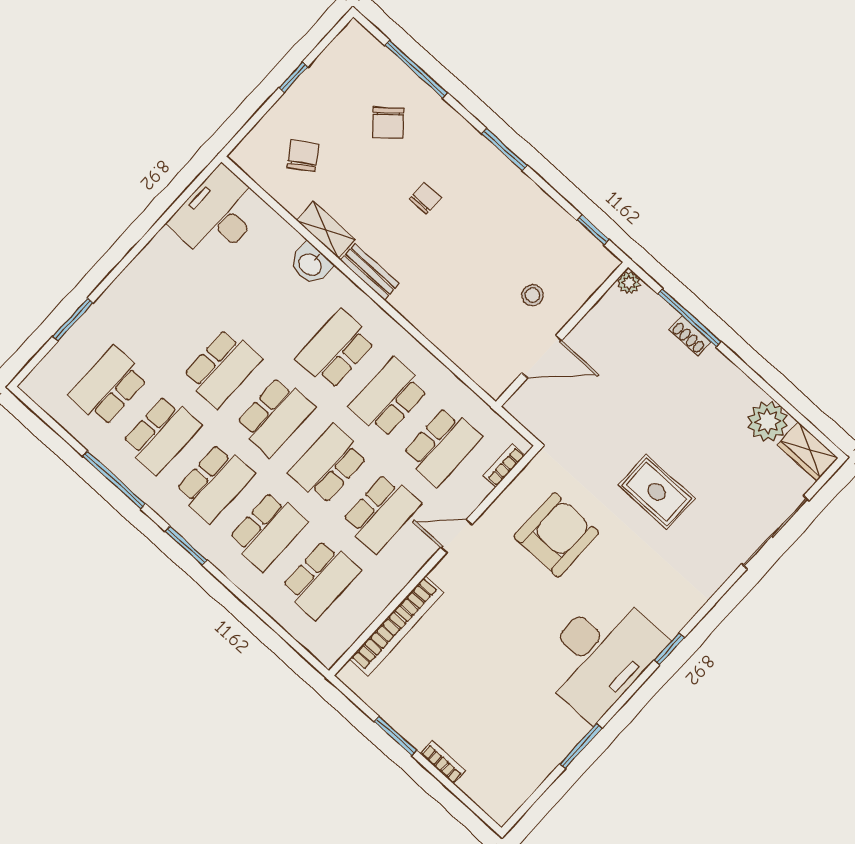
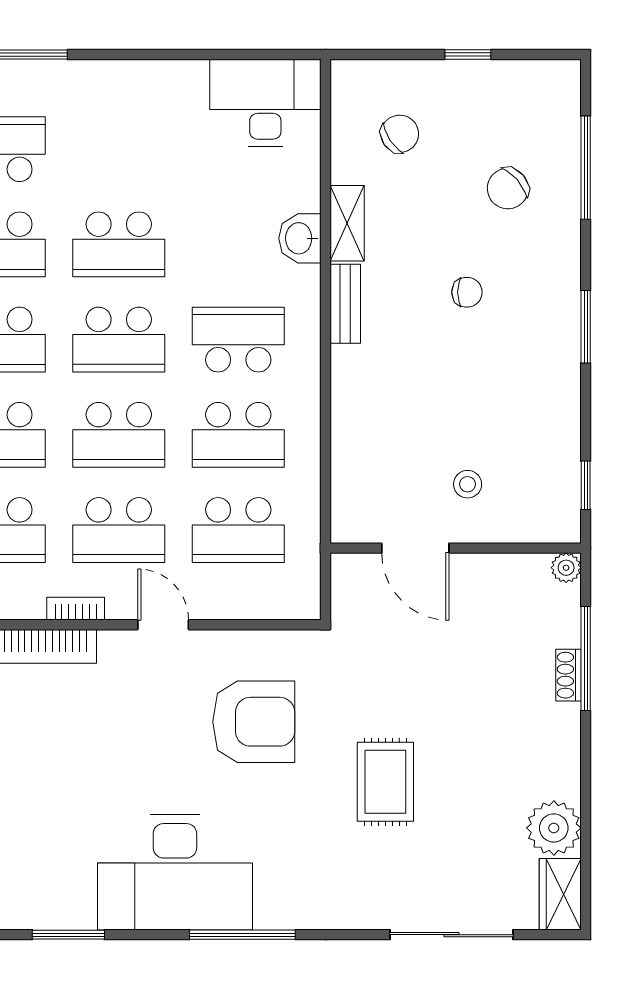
school desk: (389, 398) -> (238, 435), turned 180
school desk: (328, 464) -> (119, 435), turned 180
bookcase: (504, 465) -> (76, 609), moved
window: (669, 649) -> (242, 935), width x2.17

